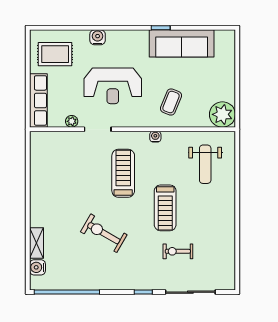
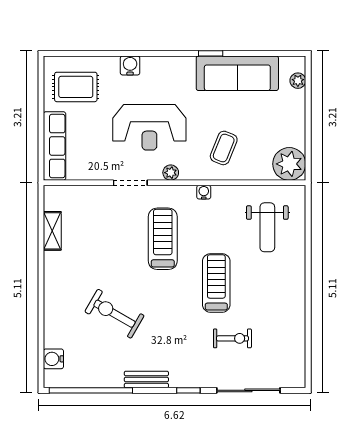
plant: (229, 49) -> (298, 81), added
plant: (72, 121) -> (171, 173), moved
treadmill: (165, 208) -> (216, 283), turned 180
exercise bike: (104, 233) -> (114, 314), moved
shelving: (37, 243) -> (52, 231), moved
exercise bike: (178, 251) -> (232, 338), turned 180
bench: (110, 284) -> (146, 380), added

